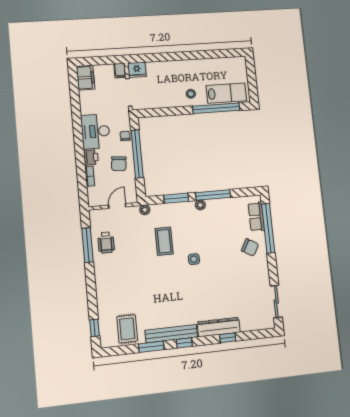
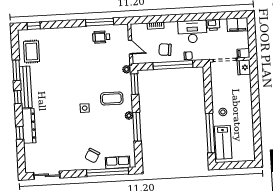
printer: (91, 157) -> (213, 25), moved
window: (176, 198) -> (135, 84), moved
coffee table: (164, 241) -> (112, 99), moved
rug: (127, 329) -> (32, 52), turned 90

